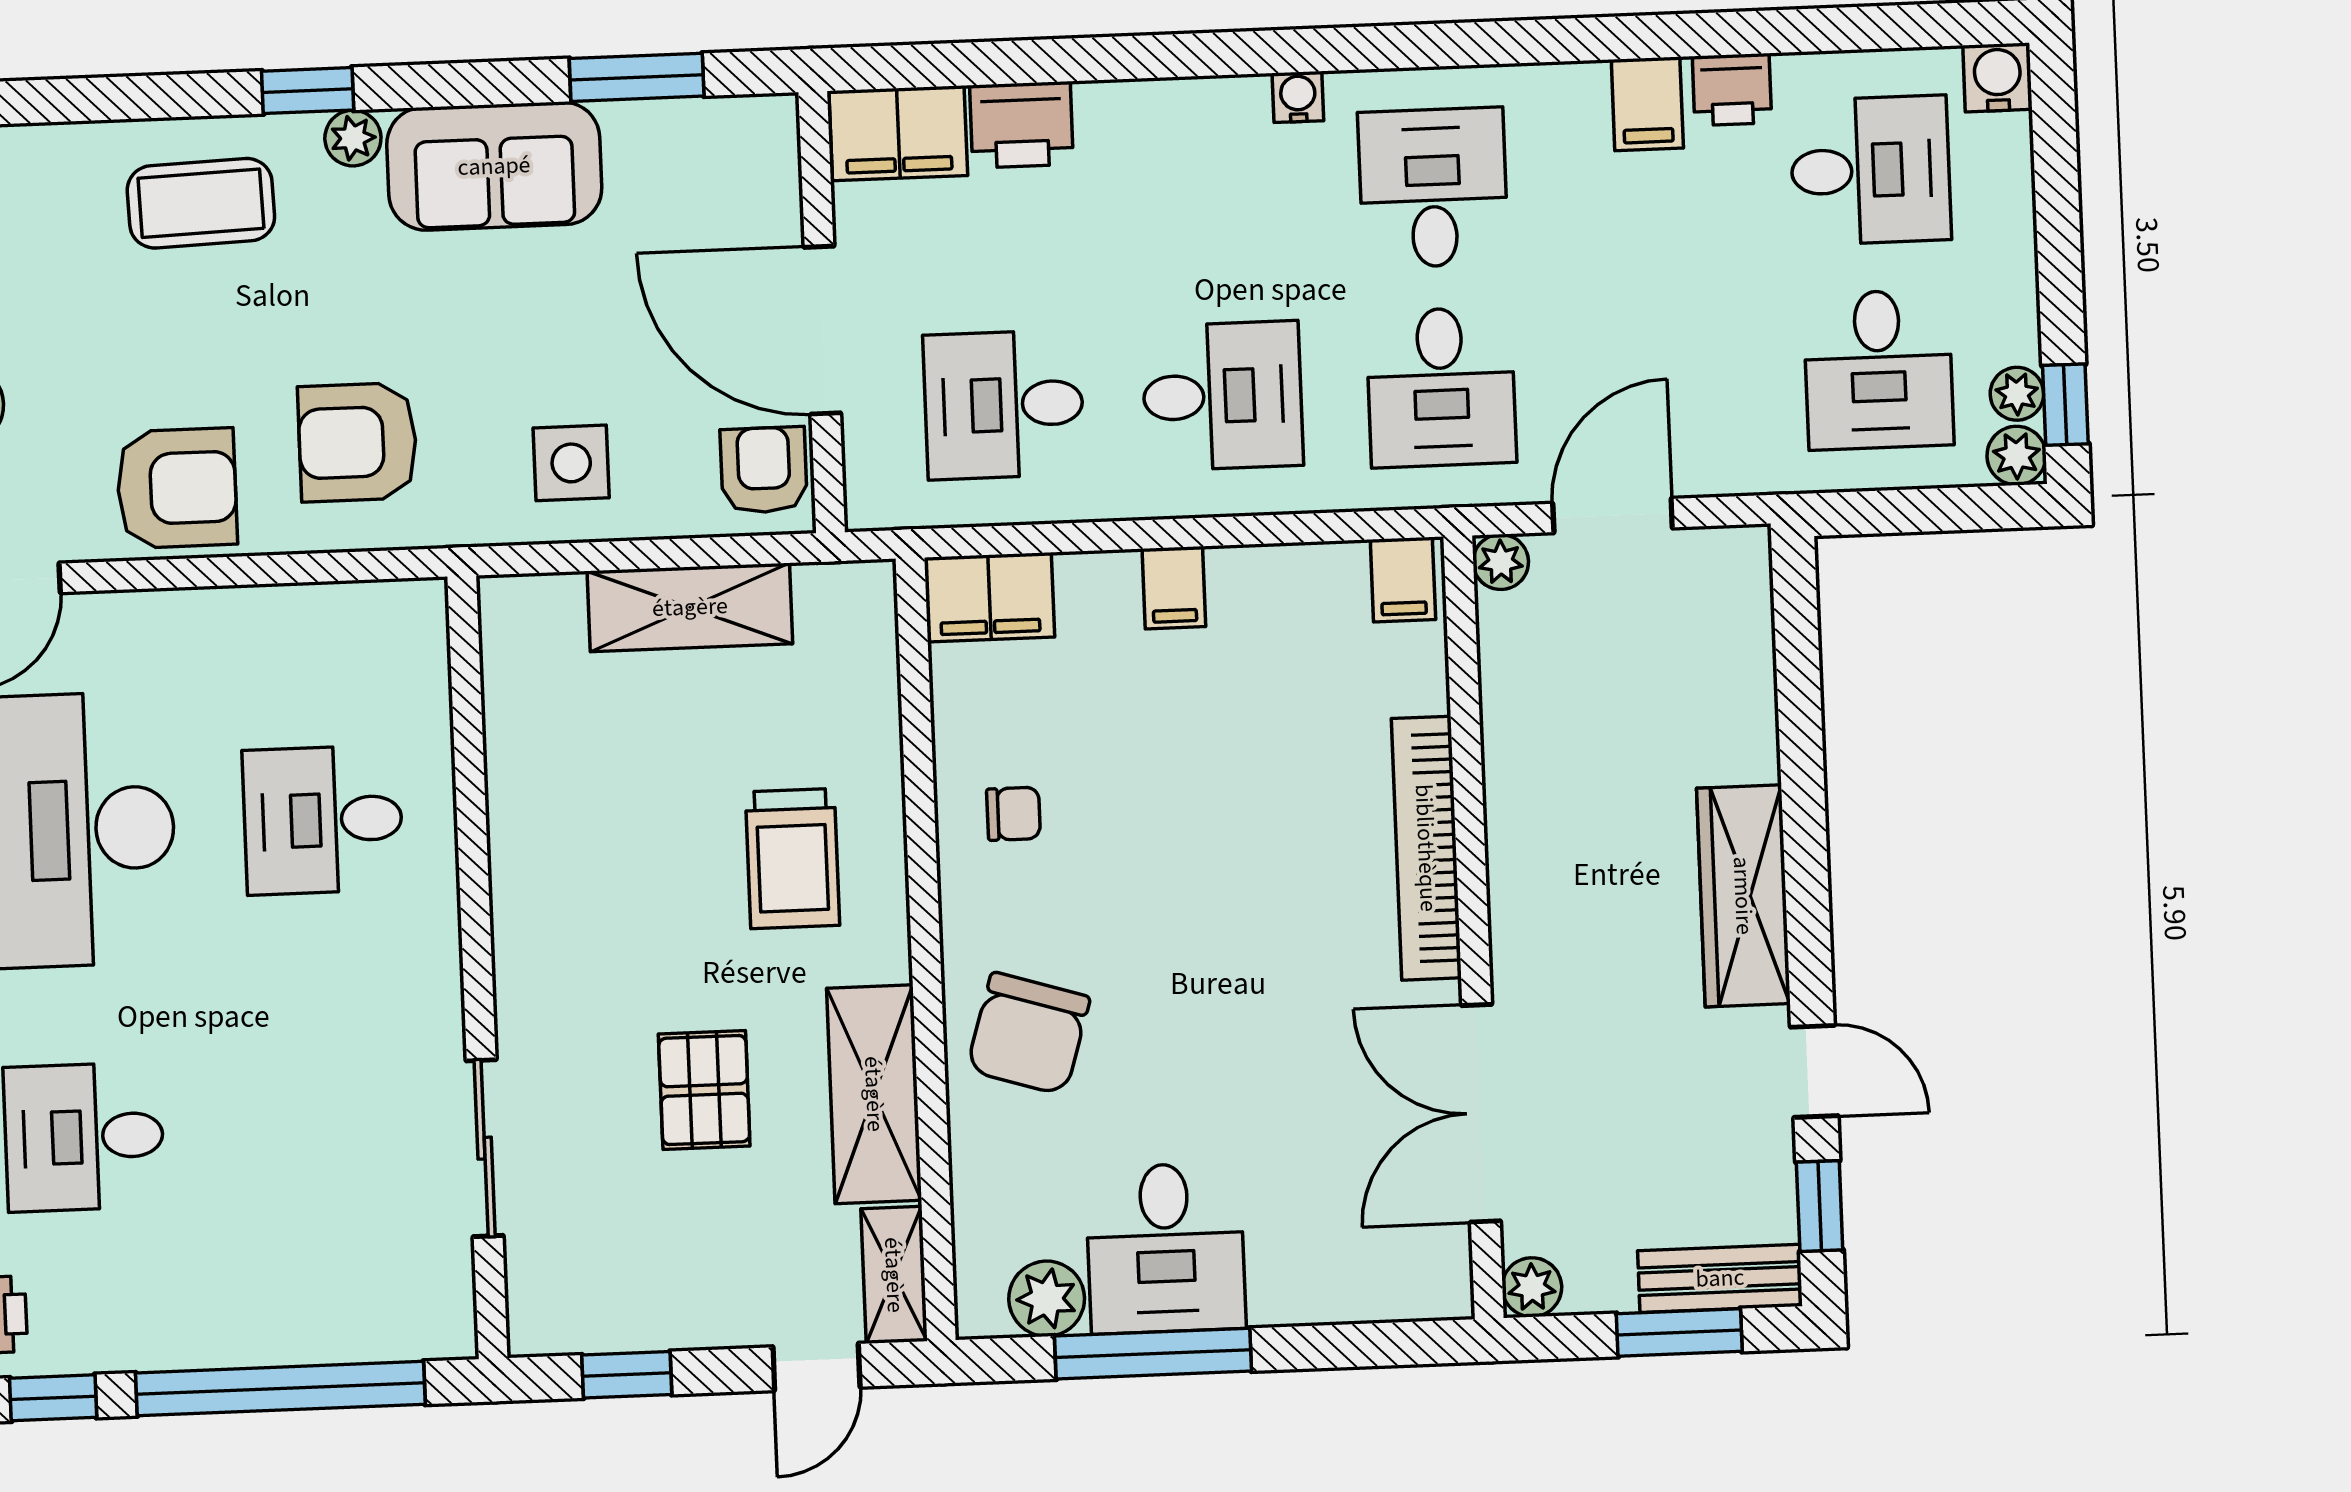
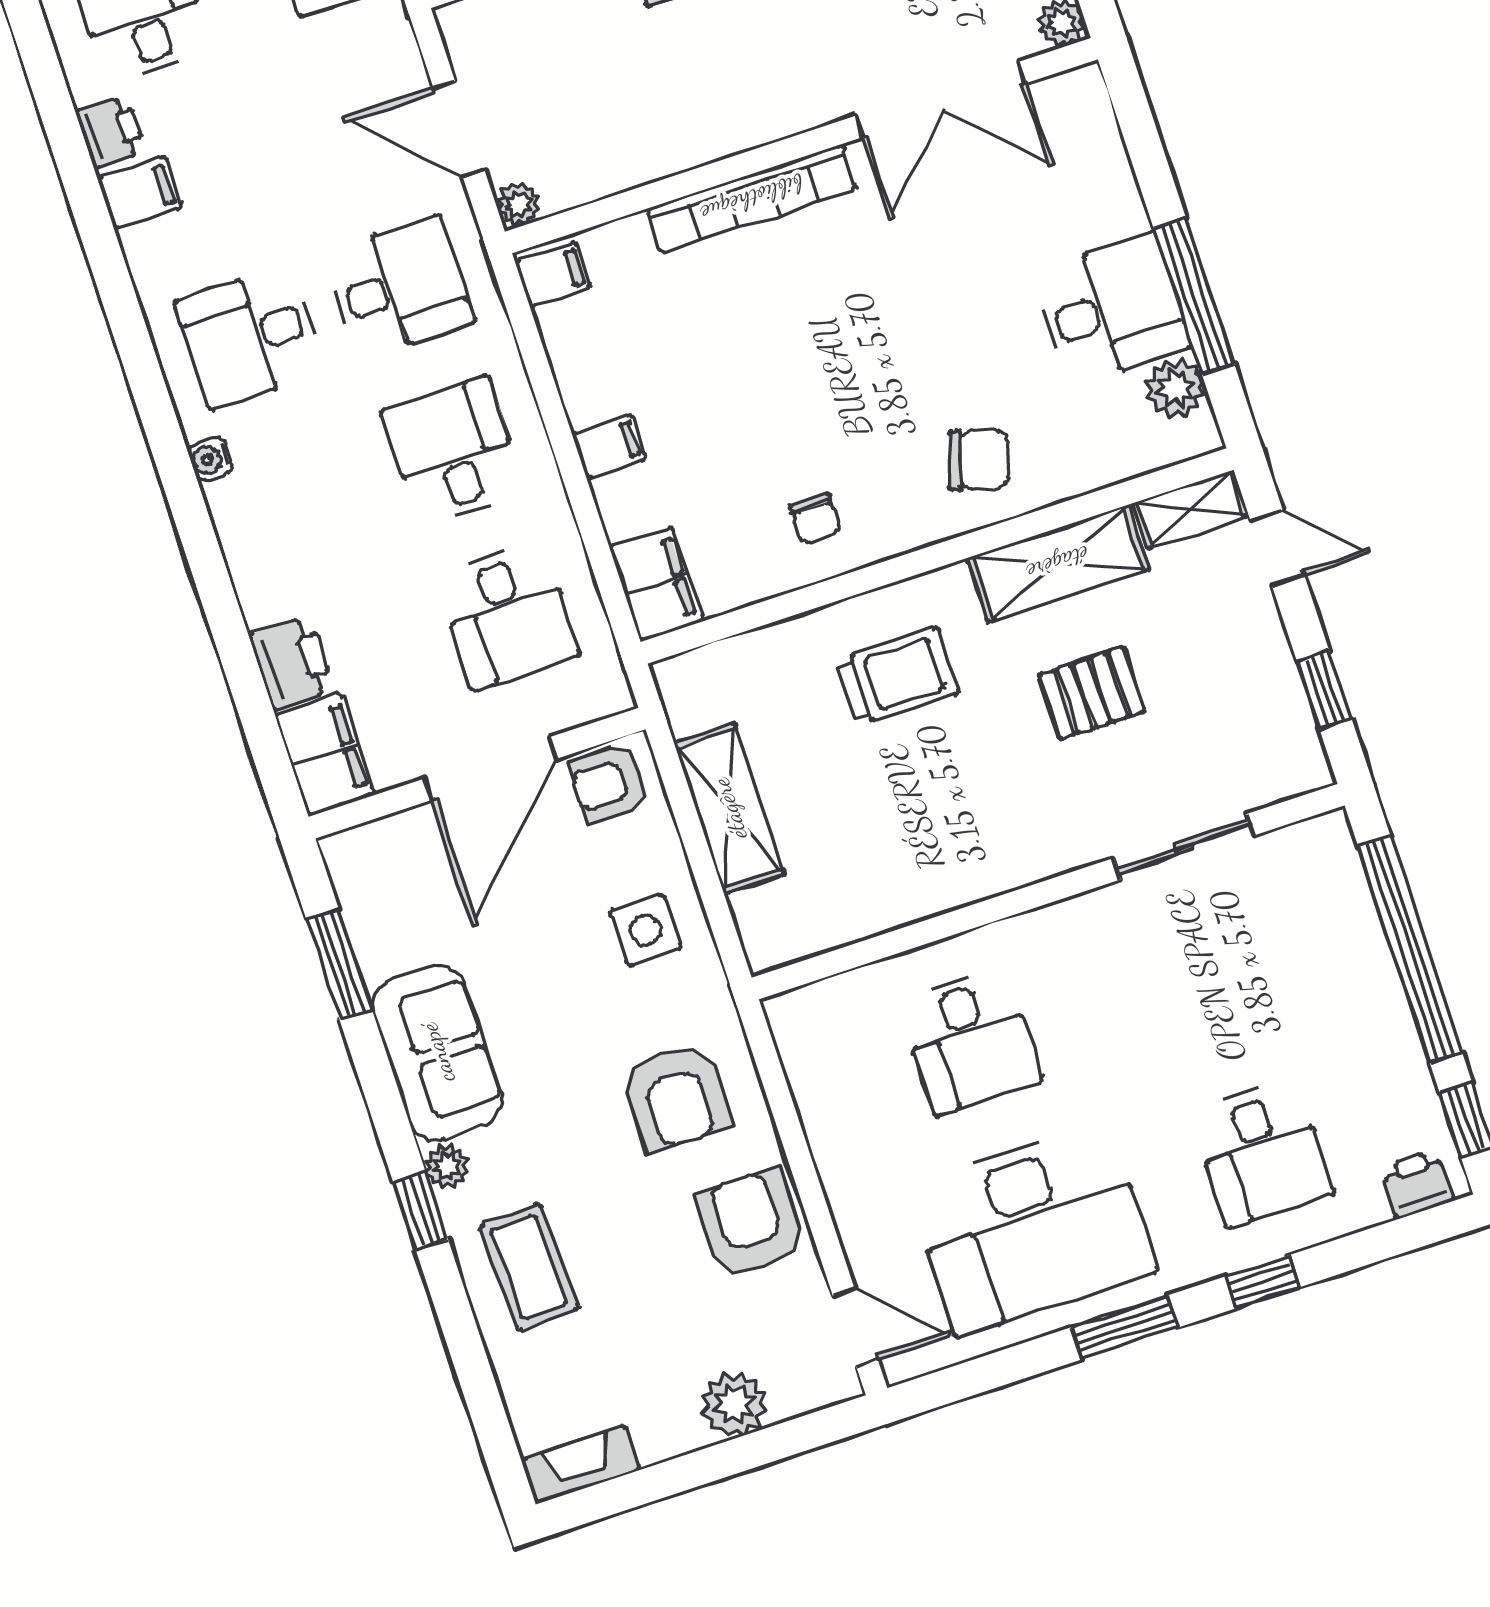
chair: (1013, 814) -> (815, 519), turned 180
chair: (1028, 1034) -> (979, 460), width x0.73, depth x0.73

